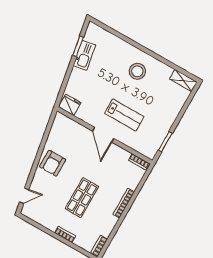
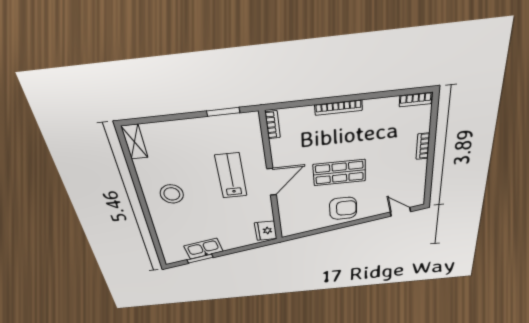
shop shelf: (82, 198) -> (339, 173), moved

